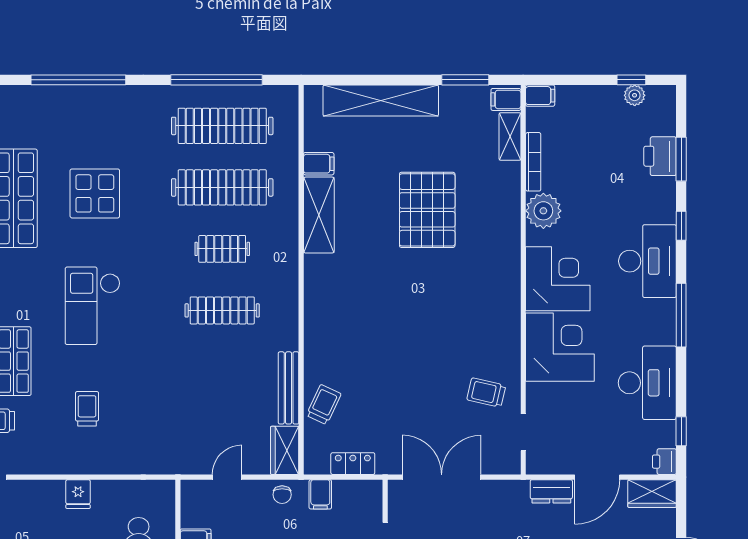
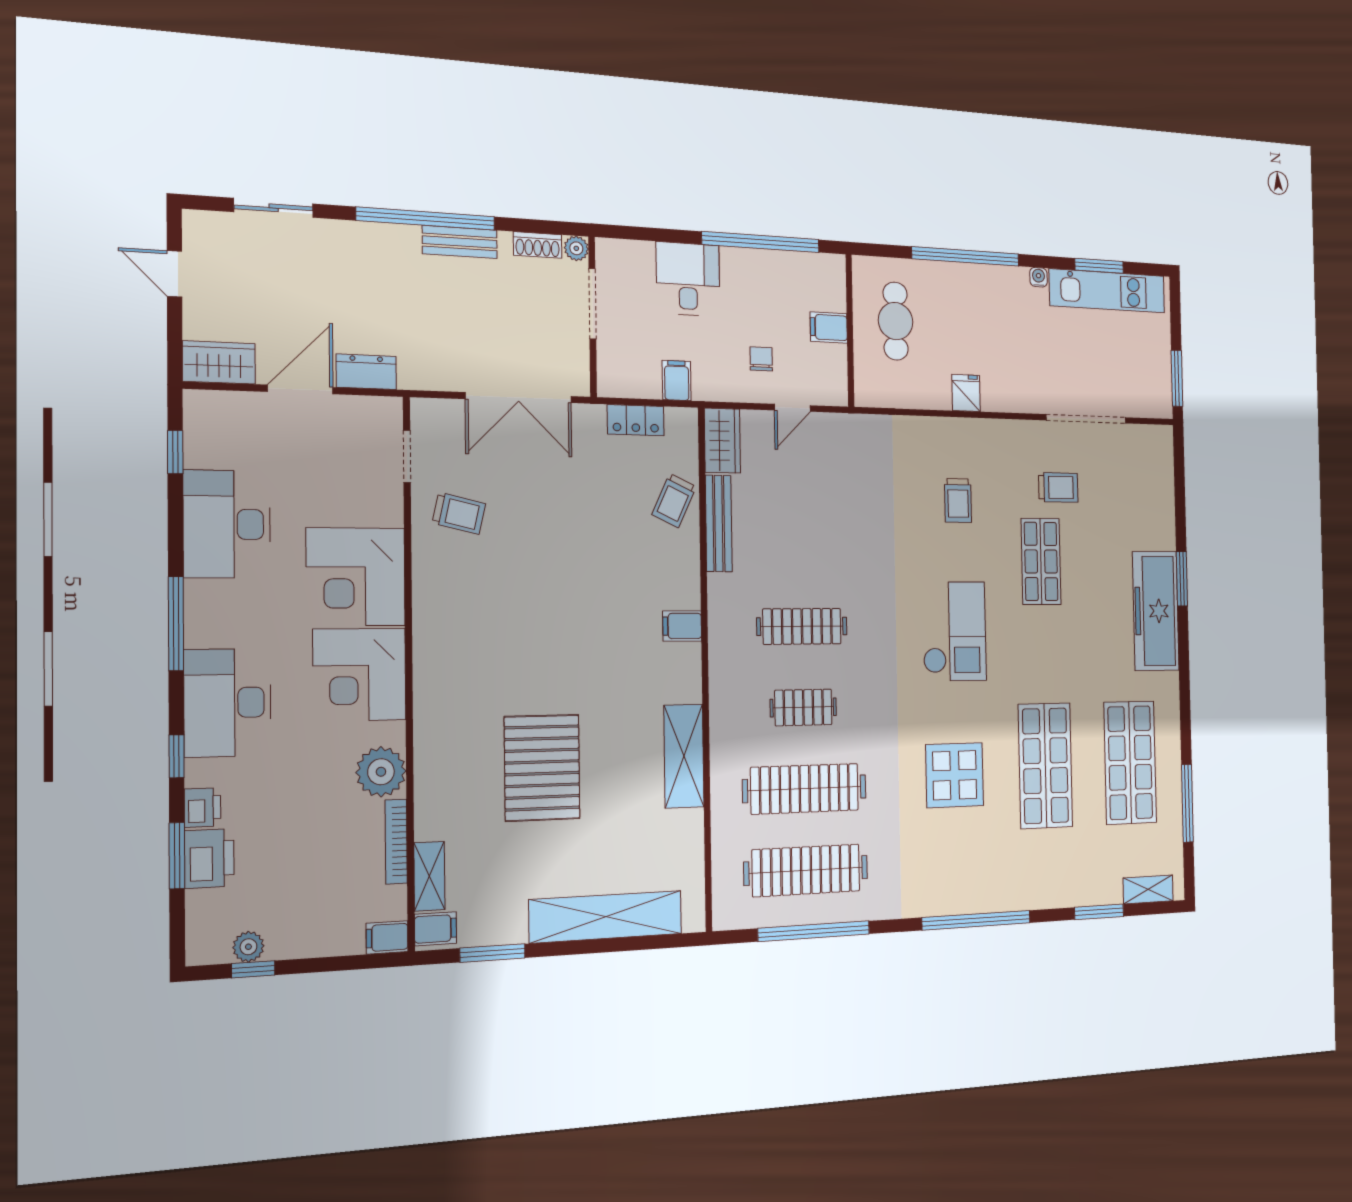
filing cabinet: (319, 164) -> (682, 626), moved
printer: (664, 462) -> (202, 808), moved
chair: (282, 495) -> (761, 359), moved

